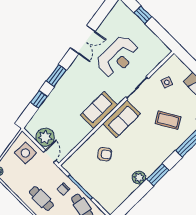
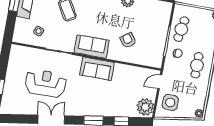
plant: (45, 137) -> (145, 107), moved

